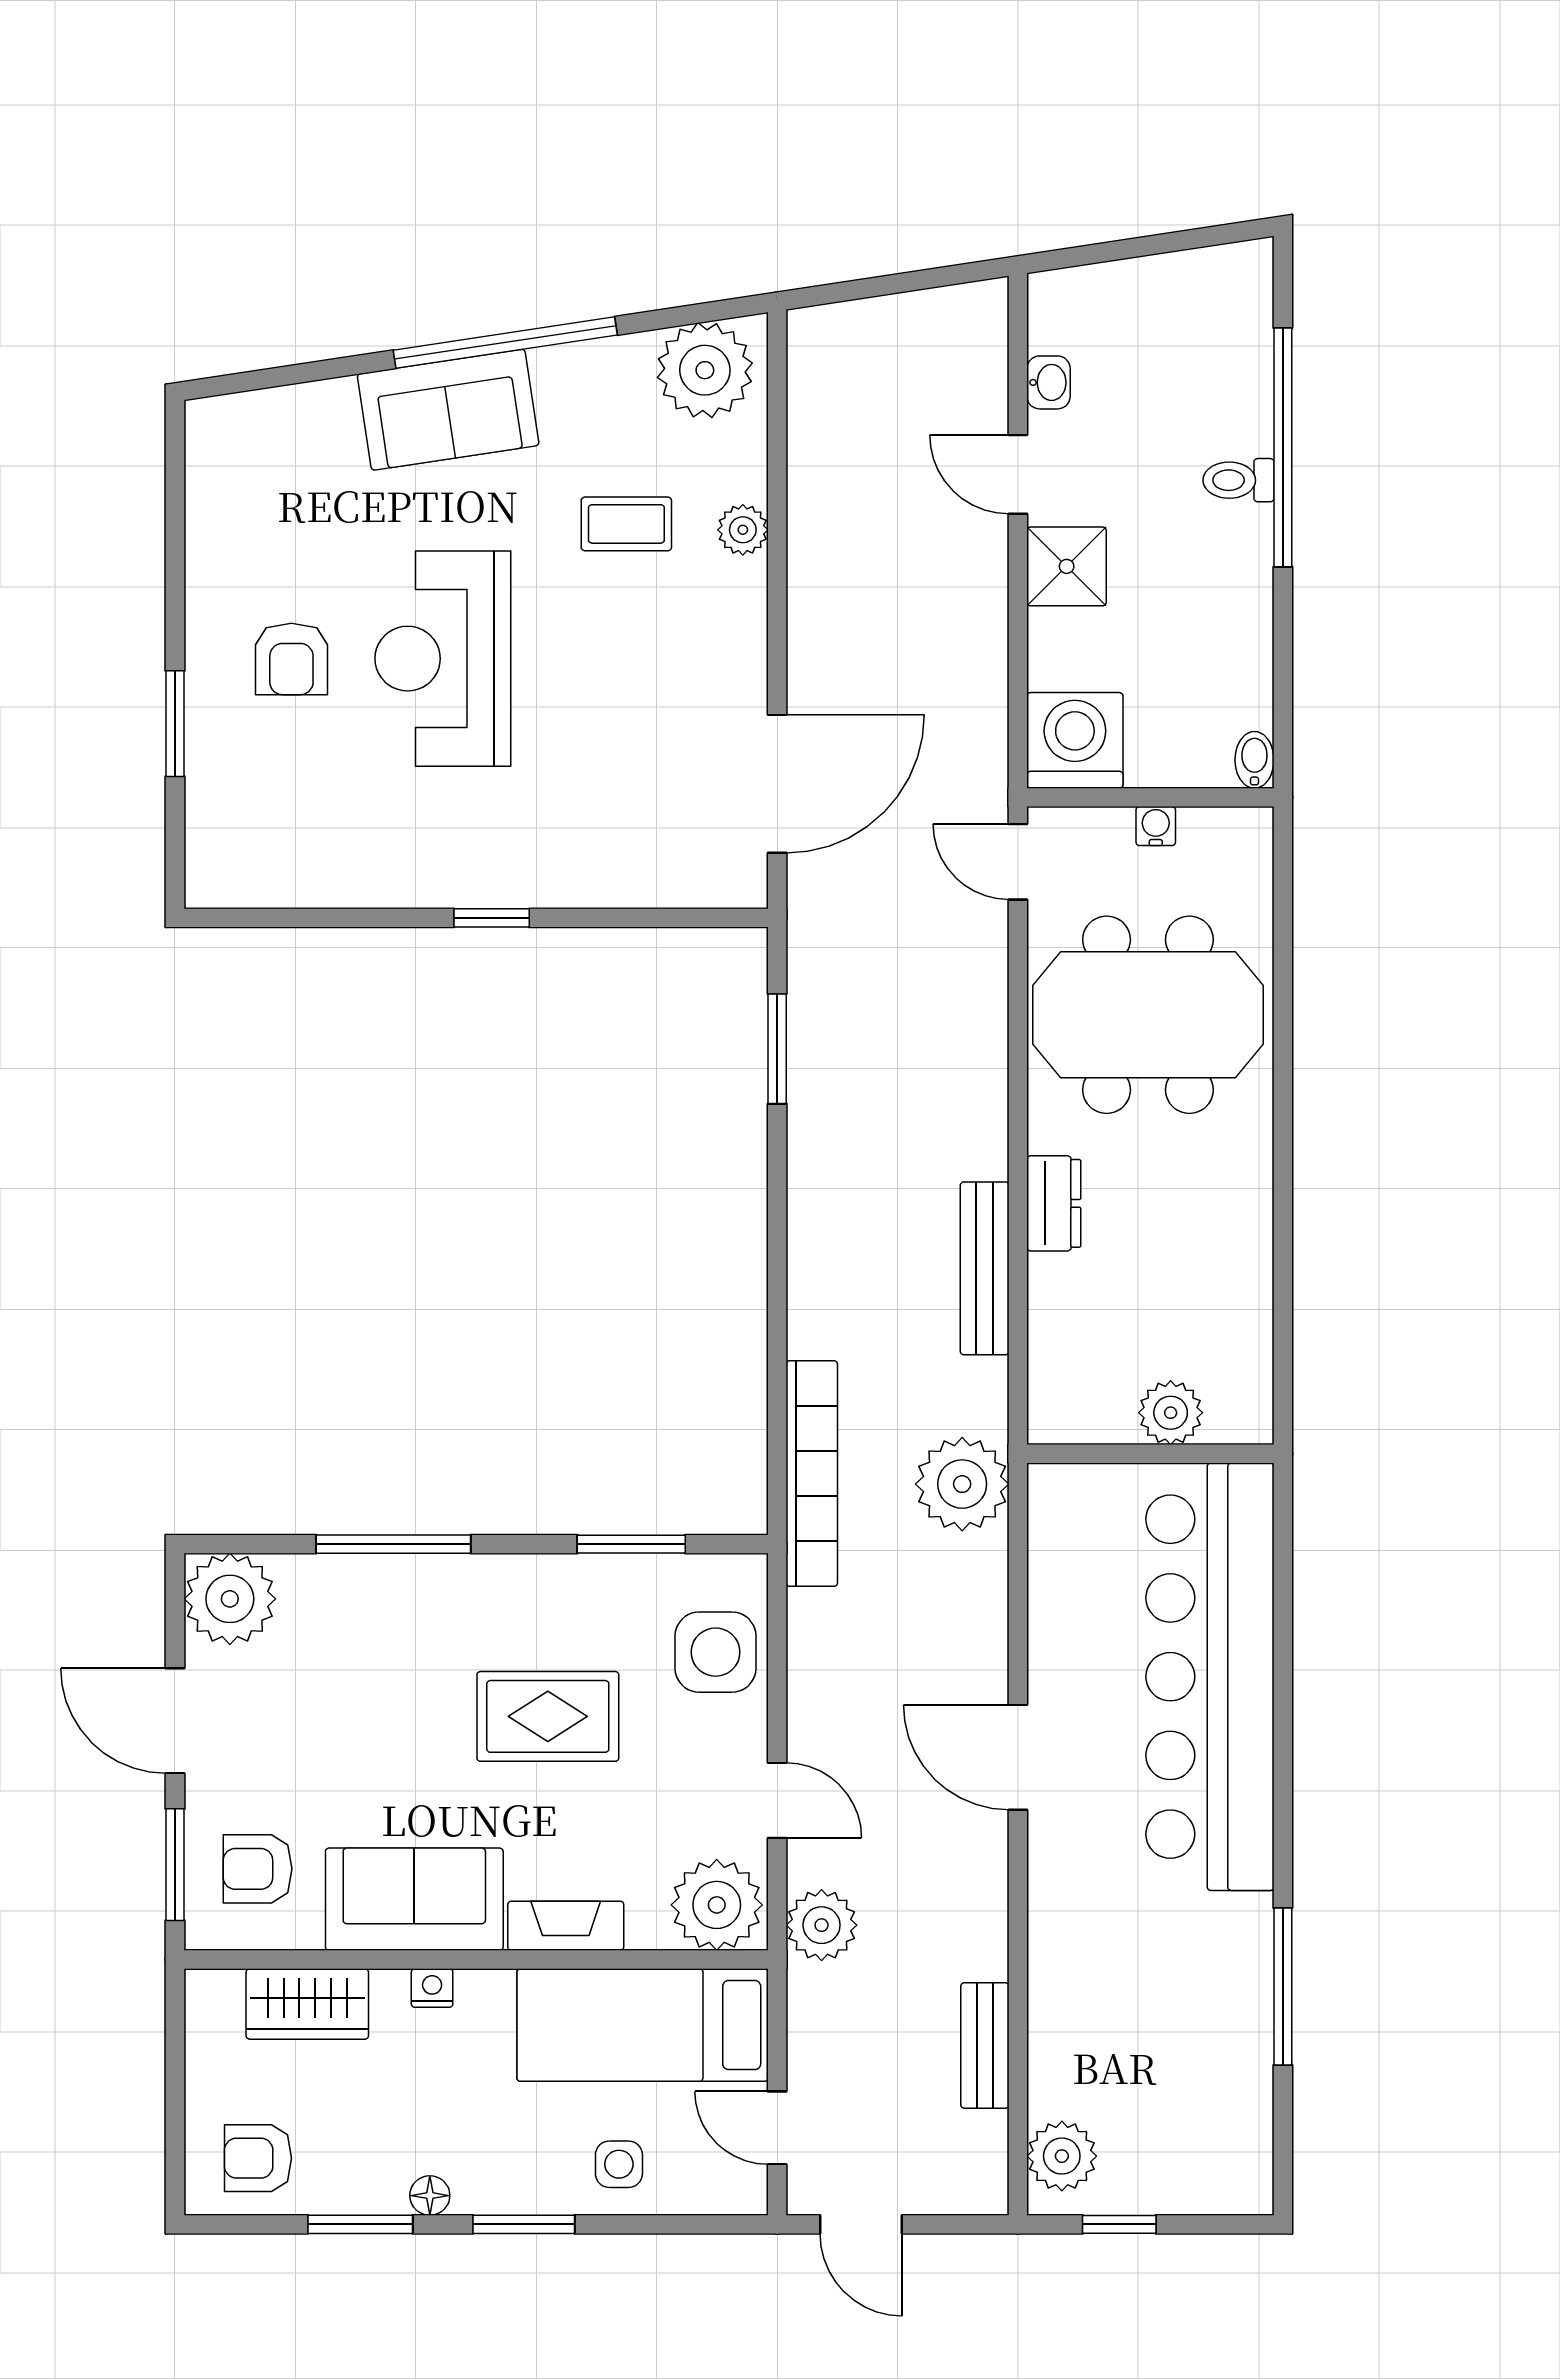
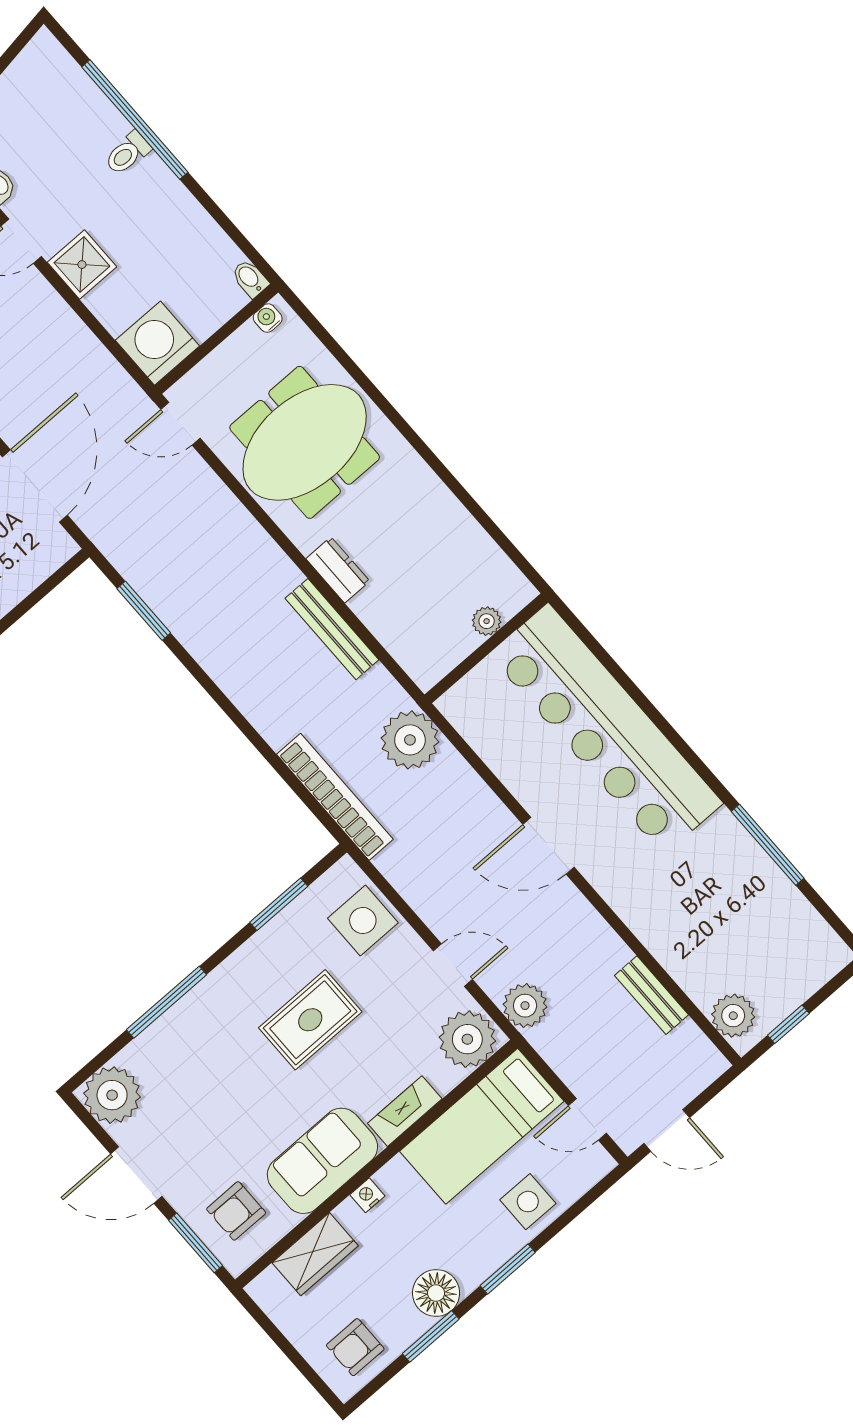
water cooler: (1156, 826) -> (268, 318), moved
plant: (1171, 1413) -> (487, 621), width x0.73, depth x0.73
side table: (619, 2164) -> (528, 1202), width x1.37, depth x1.37
floor lamp: (430, 2196) -> (436, 1293), width x1.89, depth x1.89

